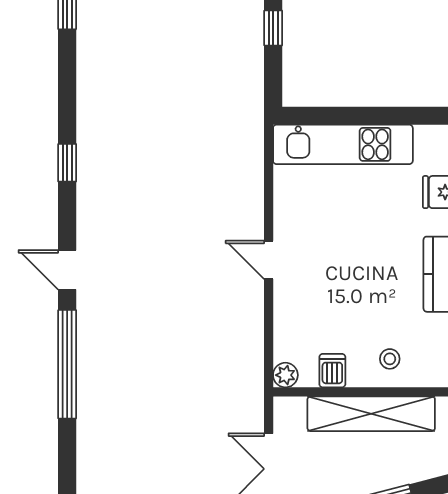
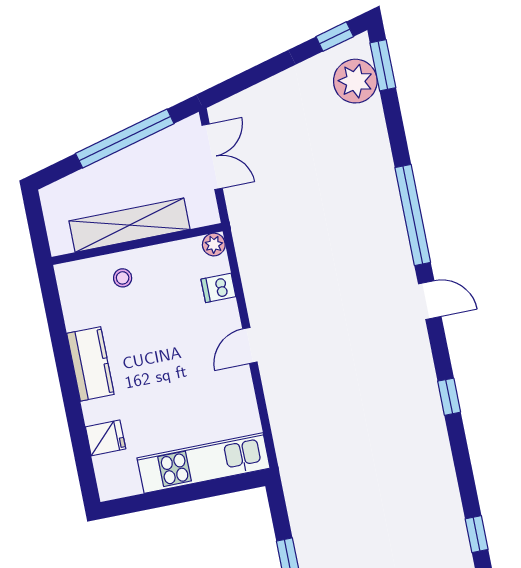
door: (269, 260) -> (250, 345), swing flipped
dishwasher: (332, 371) -> (218, 288), moved, turned 90

